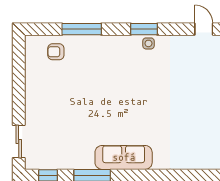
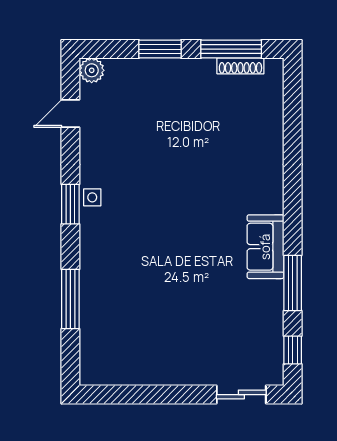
armchair: (56, 52) -> (105, 338), removed
sofa: (124, 157) -> (265, 247), width x0.73

